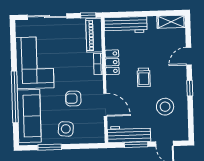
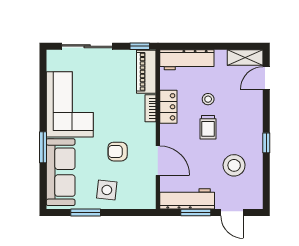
stool: (143, 55) -> (208, 99), added
door: (189, 56) -> (266, 78), moved
window: (15, 97) -> (43, 147), width x0.47

